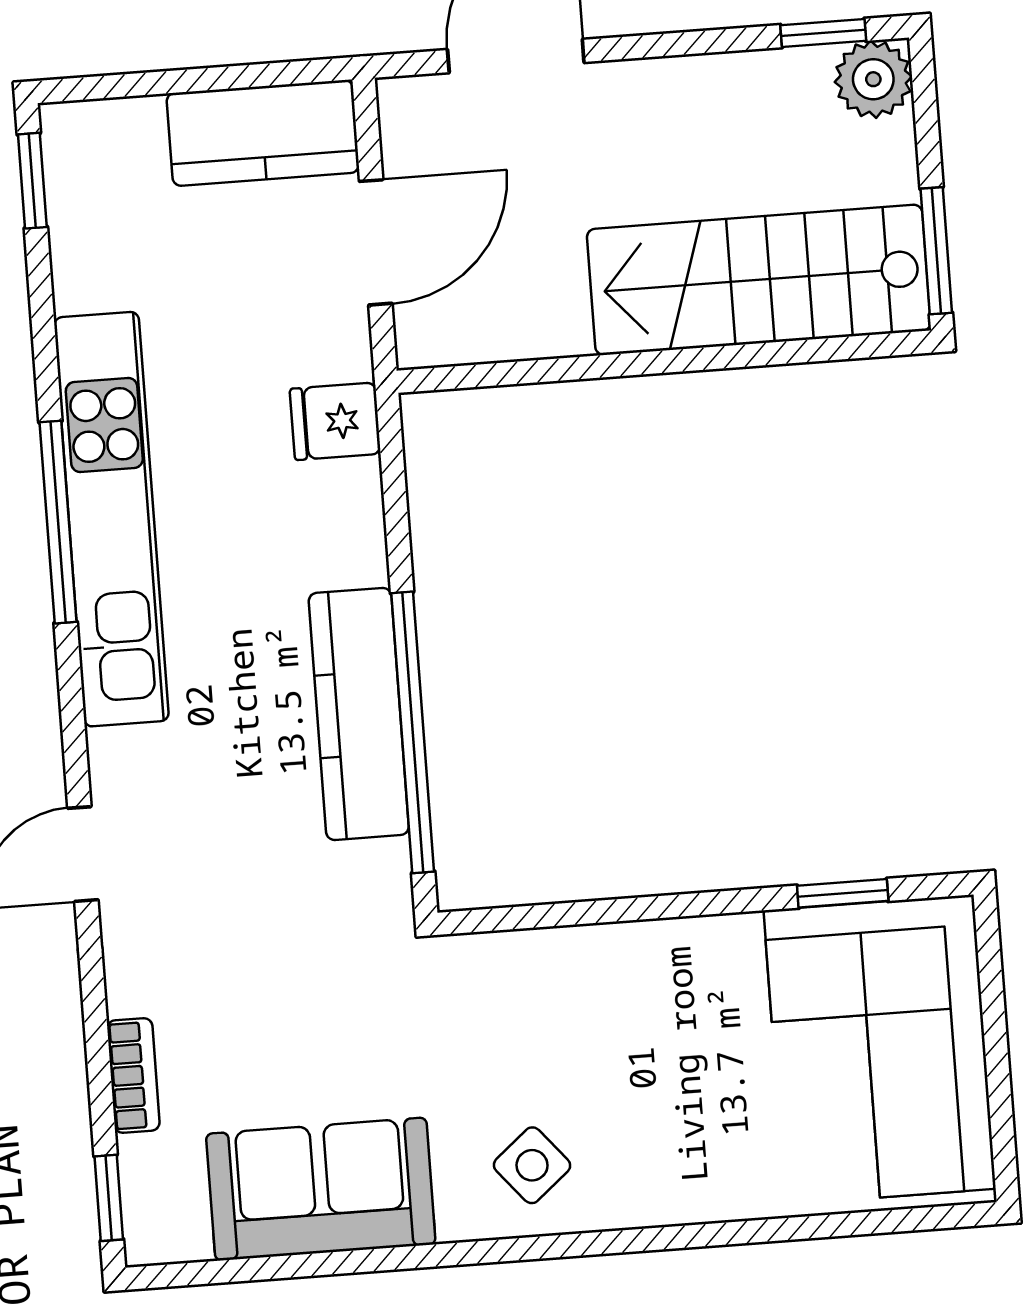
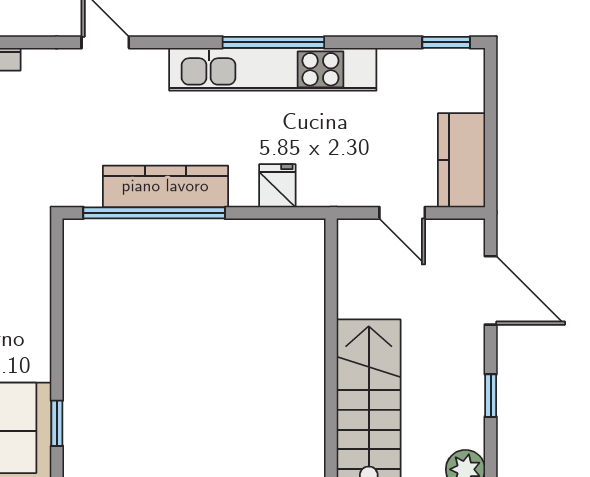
window: (823, 33) -> (491, 396), moved
door: (376, 242) -> (402, 213), width x0.73
fridge: (335, 421) -> (277, 186), moved

